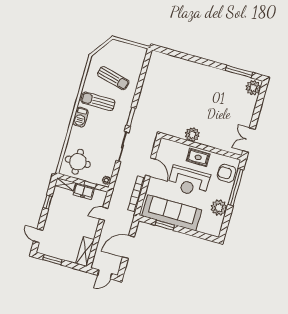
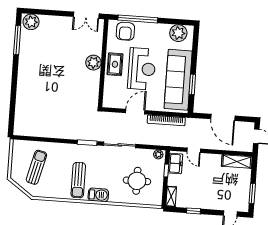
sun lounger: (113, 78) -> (36, 167), moved
plant: (192, 135) -> (93, 63), moved
round table: (78, 162) -> (137, 181), moved
freezer: (84, 191) -> (175, 163), moved
plant: (219, 208) -> (178, 33), moved

